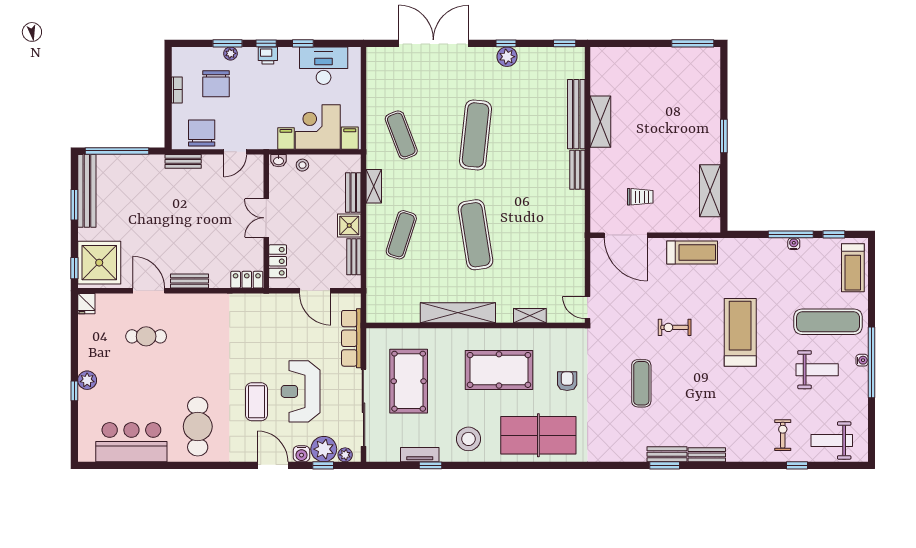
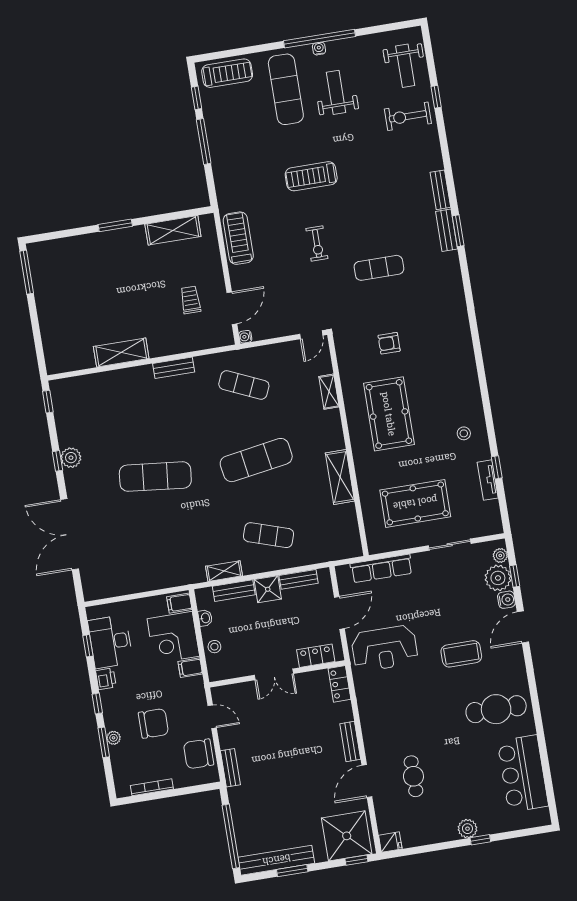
window: (303, 43) -> (88, 646), moved
printer: (268, 55) -> (106, 679), moved
chair: (216, 84) -> (153, 723), moved
bookcase: (177, 90) -> (152, 787), width x1.56
bench: (576, 114) -> (118, 378), removed
exercise mat: (401, 135) -> (244, 385), moved, turned 45
washbasin: (279, 161) -> (205, 618), moved
door: (626, 235) -> (232, 308), width x0.73
water cooler: (794, 244) -> (245, 337), moved
shelving: (458, 313) -> (340, 477), width x0.68
treadmill: (740, 332) -> (311, 176), width x0.73, depth x0.73
reception desk: (301, 391) -> (385, 648), moved
sliding door: (363, 408) -> (450, 545), width x0.54
table tennis table: (538, 435) -> (449, 363), removed
exercise bike: (783, 435) -> (408, 116), width x1.38, depth x1.39
stool: (468, 439) -> (464, 433), width x0.53, depth x0.53

